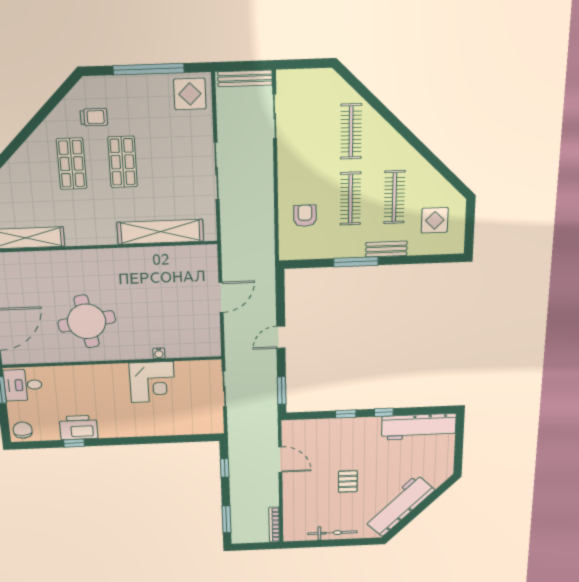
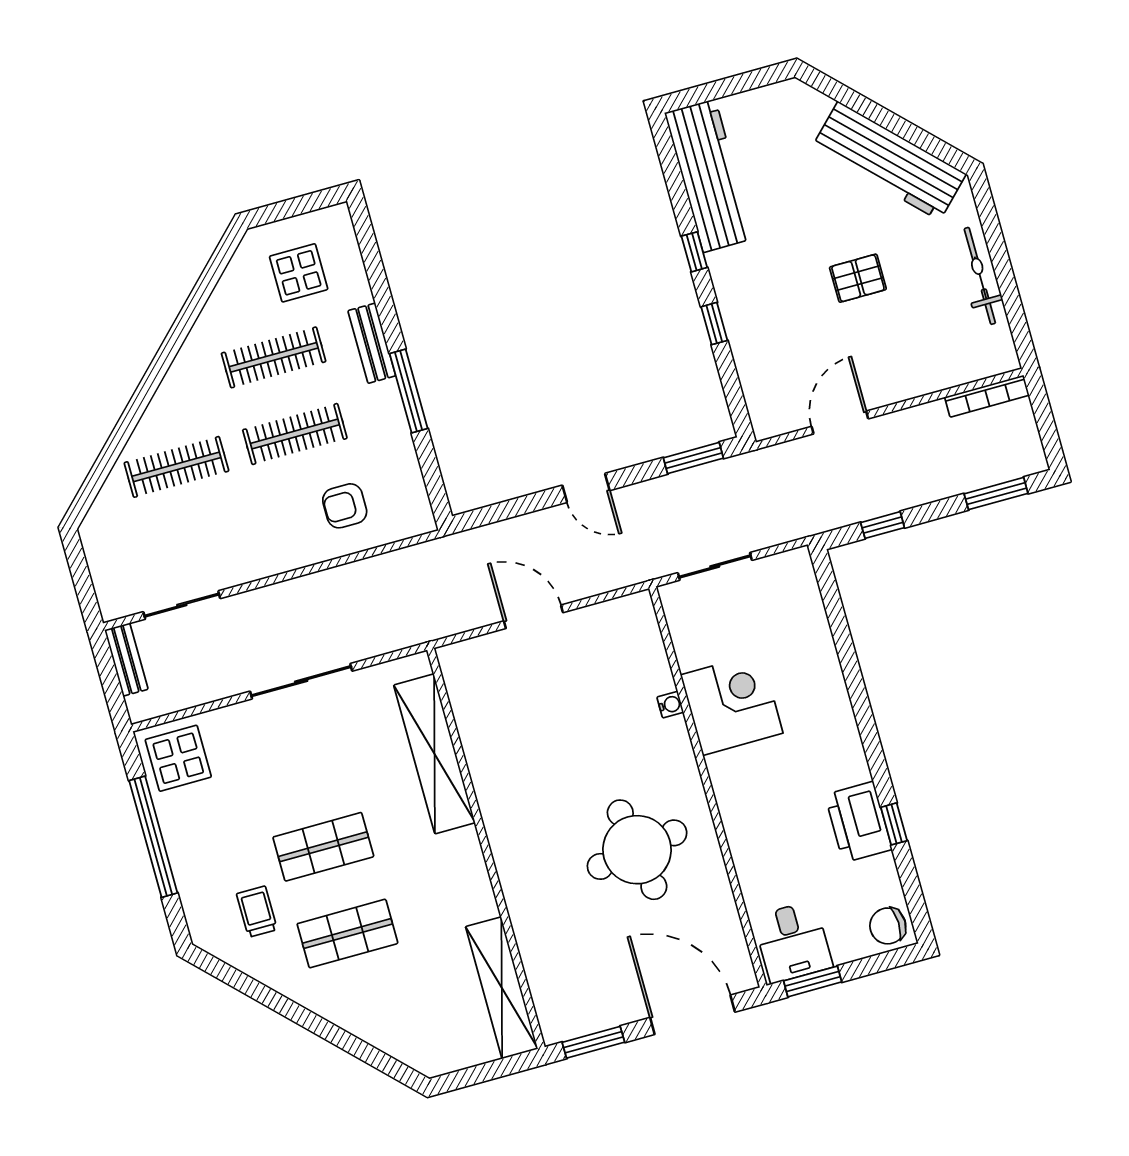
bench: (245, 78) -> (126, 660), width x0.73

